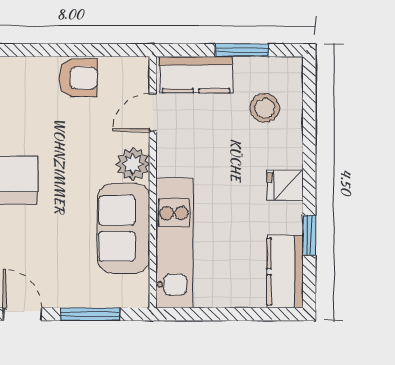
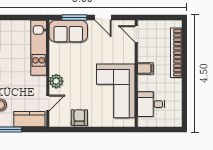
armchair: (78, 78) -> (79, 118), turned 90
sofa: (124, 228) -> (68, 31), moved, turned 90

